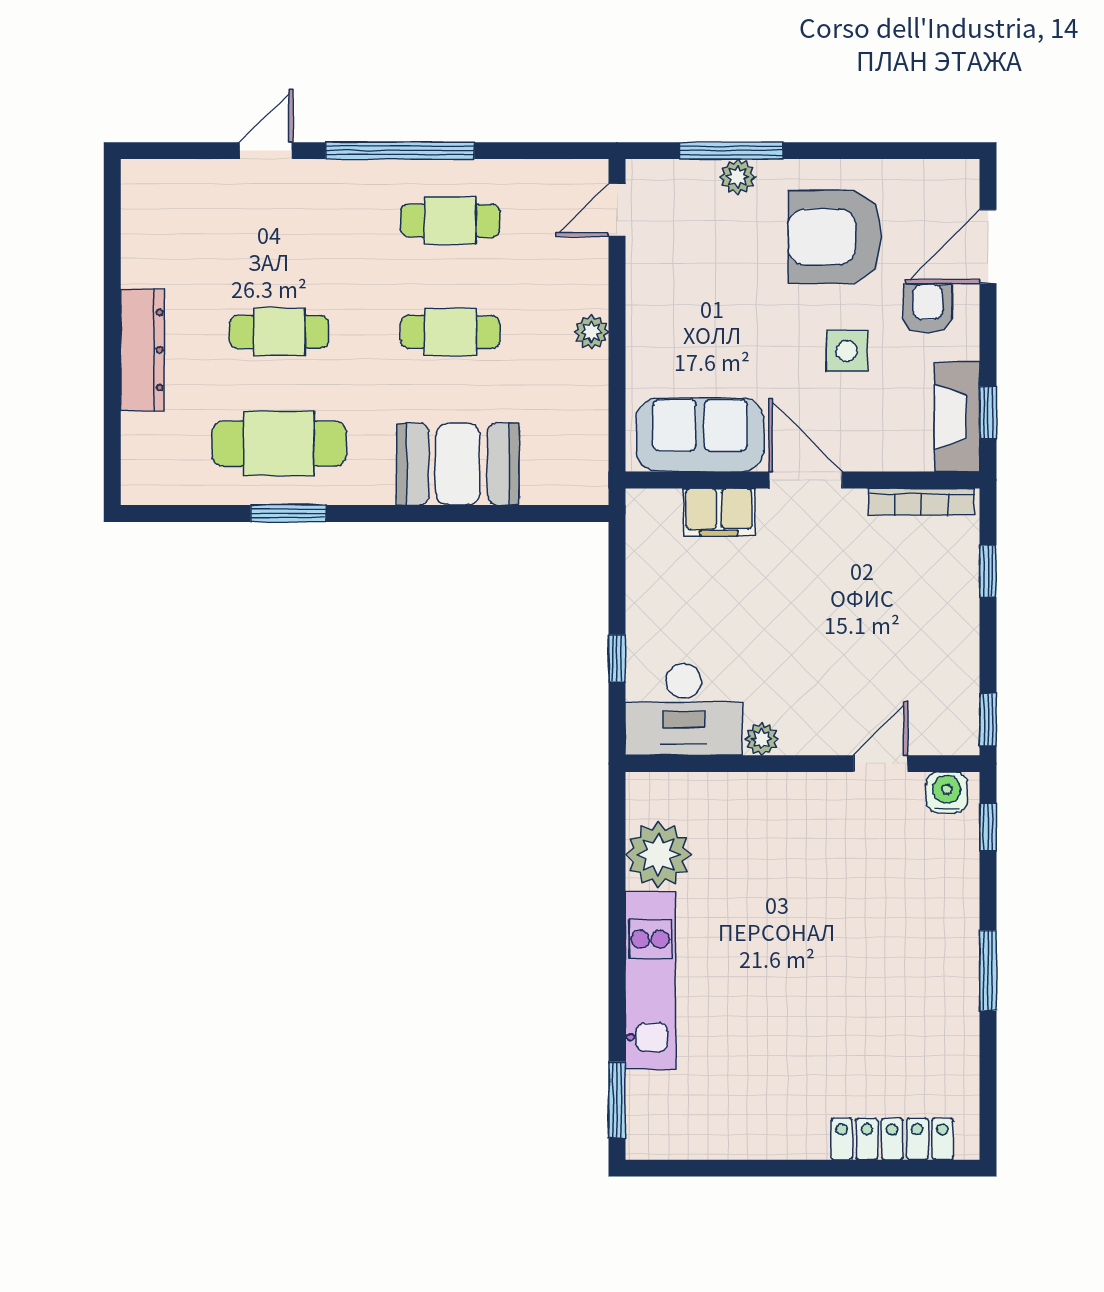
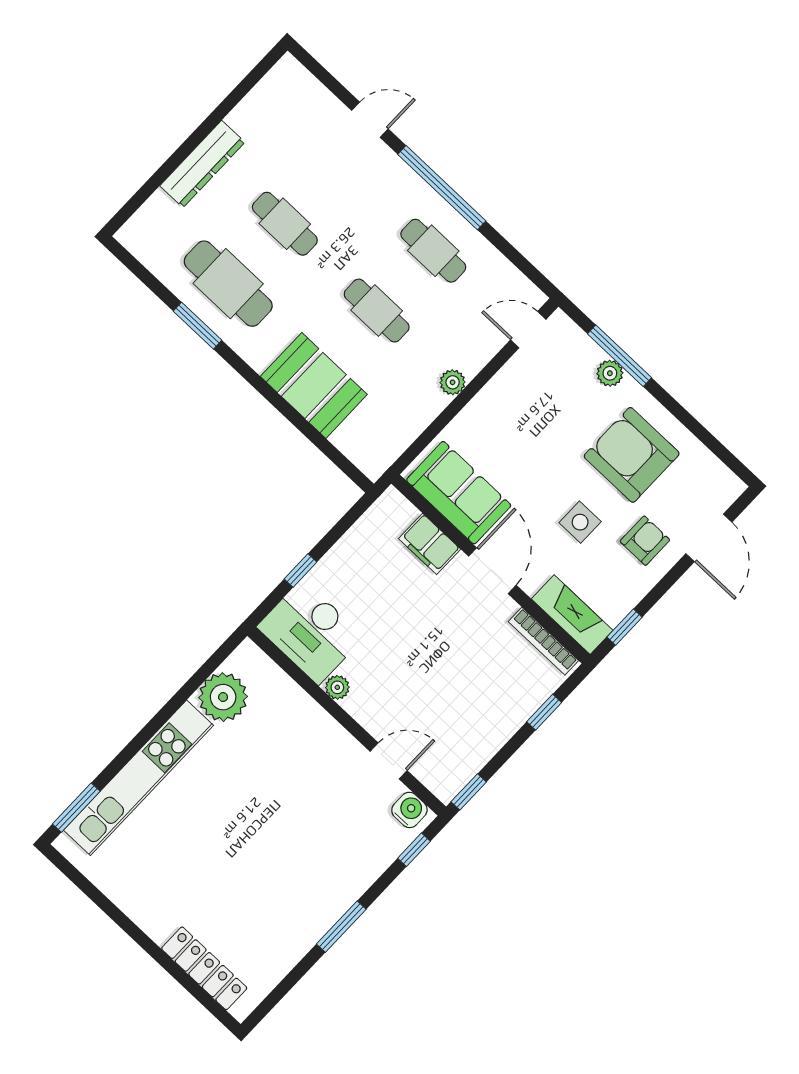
door: (988, 247) -> (709, 538), swing flipped
fireplace: (957, 417) -> (572, 615), moved, turned 90
kitchen unit: (650, 980) -> (139, 778), width x1.36

